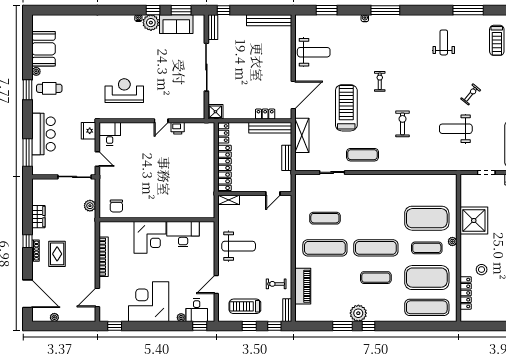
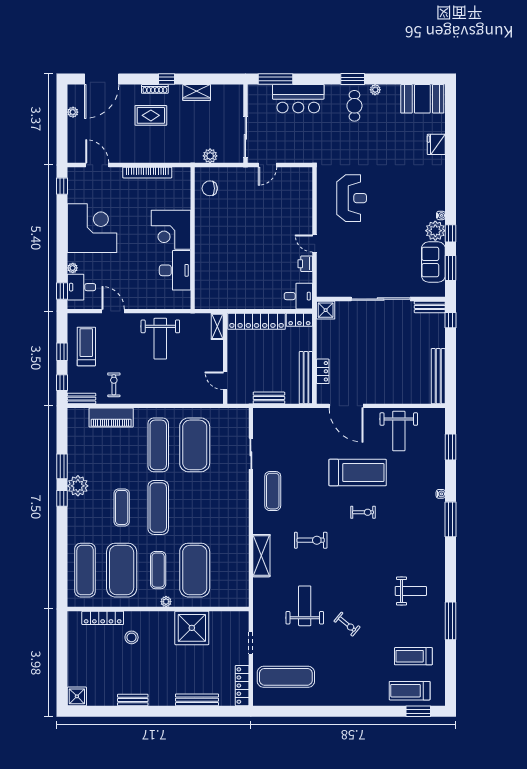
booth: (44, 49) -> (422, 99), moved
treadmill: (346, 108) -> (358, 472), moved
fridge: (89, 131) -> (436, 144), moved, turned -90
desk: (110, 134) -> (298, 296), moved
shelving: (302, 135) -> (261, 556), moved, turned 90
exercise mat: (325, 218) -> (195, 445), width x2.00, depth x1.45

